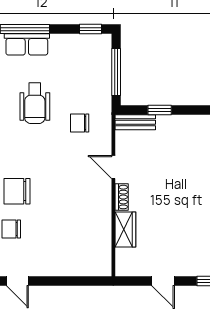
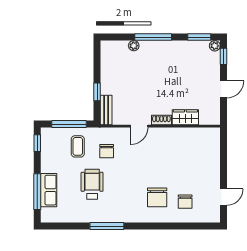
coffee table: (86, 84) -> (78, 146), added
wheelchair: (35, 103) -> (92, 184), turned -90

